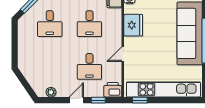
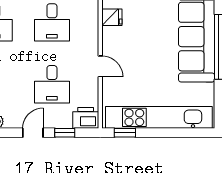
fridge: (133, 25) -> (112, 17), width x0.53, depth x0.75
door: (123, 54) -> (100, 66), swing flipped

